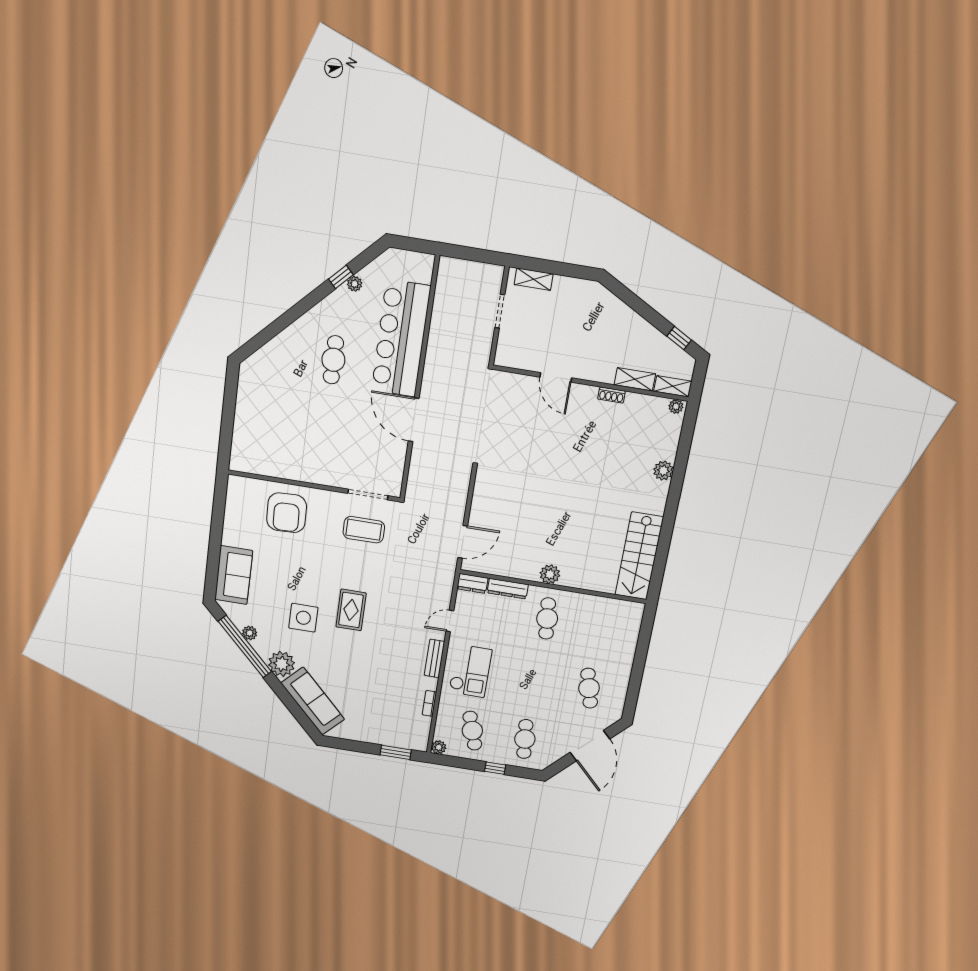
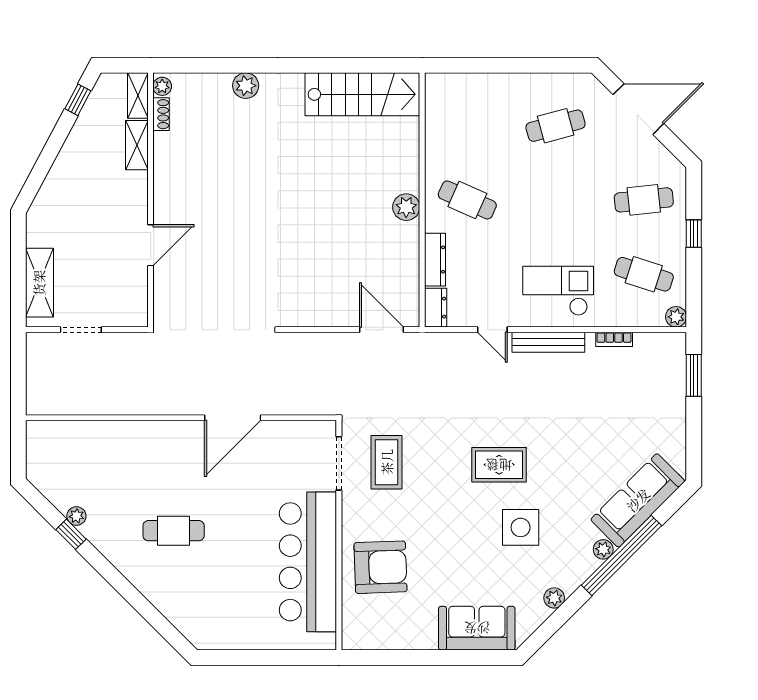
shelving: (534, 279) -> (39, 283), width x1.50, depth x1.33
bar counter: (401, 338) -> (308, 562), moved, turned 90
shoe rack: (612, 395) -> (161, 114), moved
cafe table: (547, 619) -> (467, 200), turned 30
window: (245, 647) -> (621, 555), moved
bench: (434, 658) -> (548, 342), width x1.36
plant: (282, 664) -> (603, 549), width x0.53, depth x0.53
cafe table: (472, 731) -> (644, 274), turned 36

